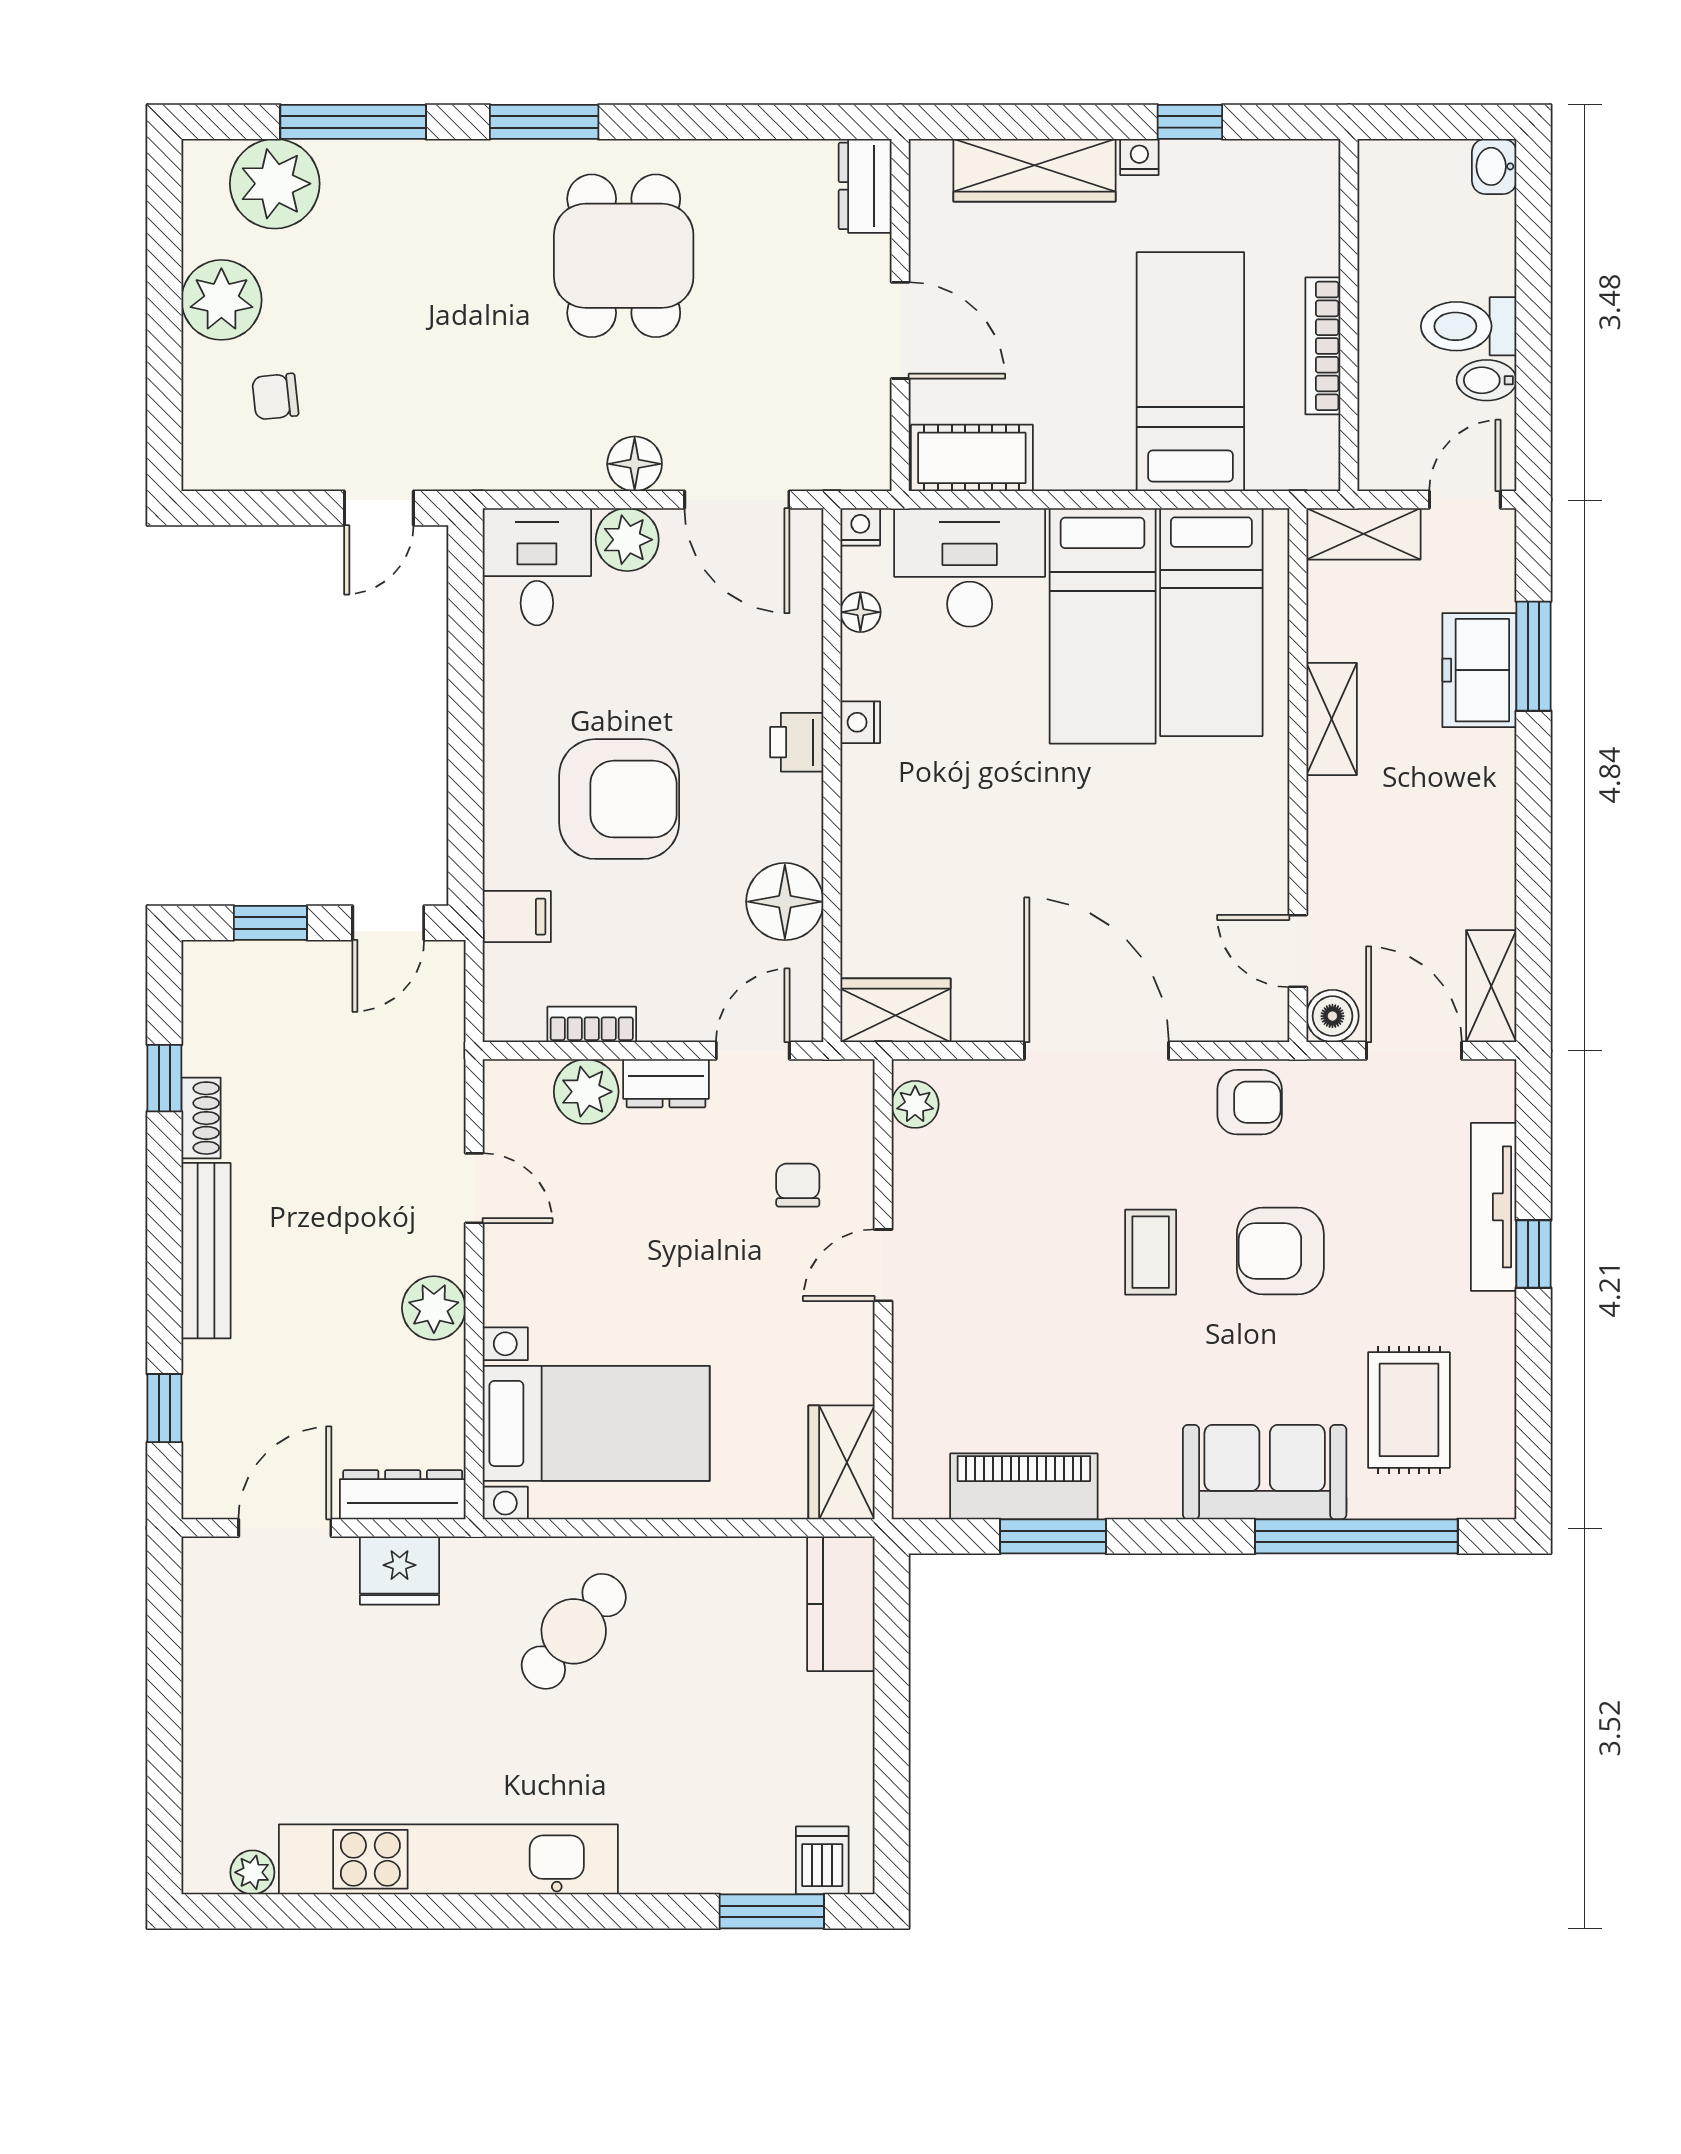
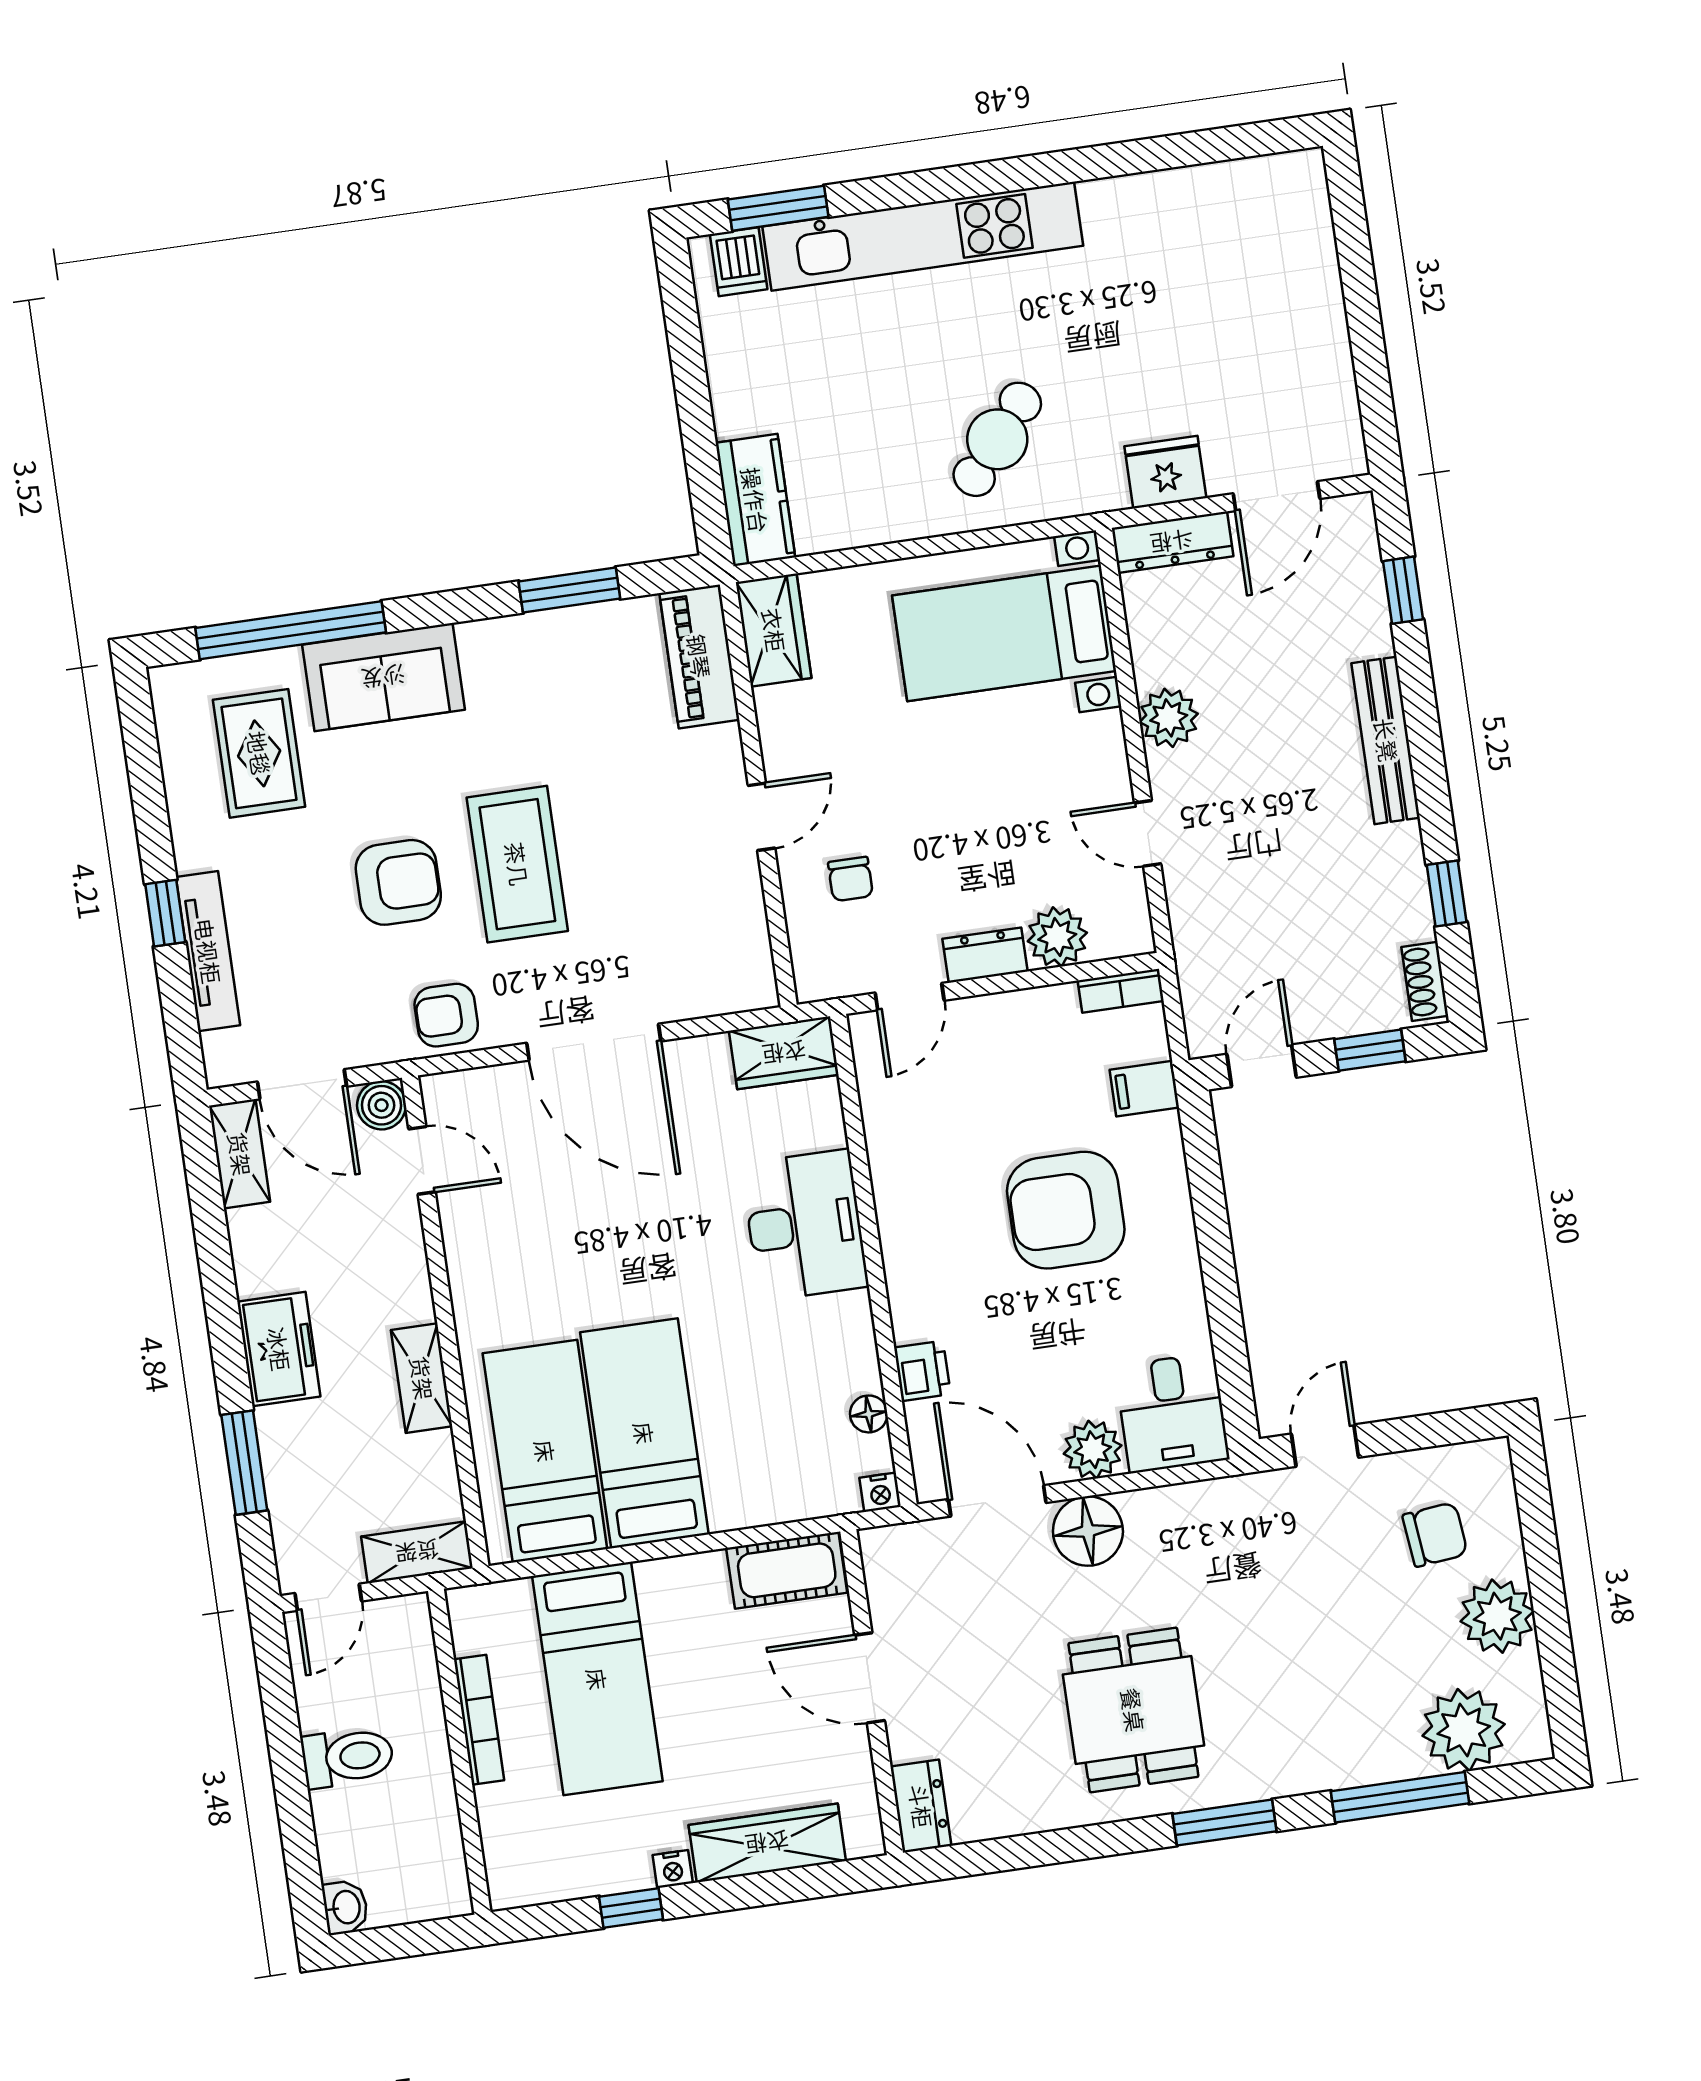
bidet: (1487, 380) -> (324, 1710), removed
chair: (275, 397) -> (1435, 1535), width x1.37, depth x1.37
floor lamp: (635, 464) -> (1088, 1531), width x1.38, depth x1.38
desk: (970, 567) -> (805, 1225), moved, turned -90
freezer: (1479, 670) -> (279, 1349), moved
nightstand: (860, 722) -> (854, 1313), removed
printer: (797, 742) -> (922, 1371), moved
floor lamp: (785, 902) -> (900, 1138), removed
bookcase: (592, 1024) -> (1121, 991), moved
plant: (915, 1104) -> (753, 969), removed
shoe rack: (201, 1118) -> (1425, 981), moved
coffee table: (1151, 1252) -> (517, 864), width x1.86, depth x1.72
piano: (1024, 1486) -> (699, 656), moved, turned 90
kitchen unit: (448, 1859) -> (923, 236), moved
plant: (252, 1872) -> (1261, 175), removed

